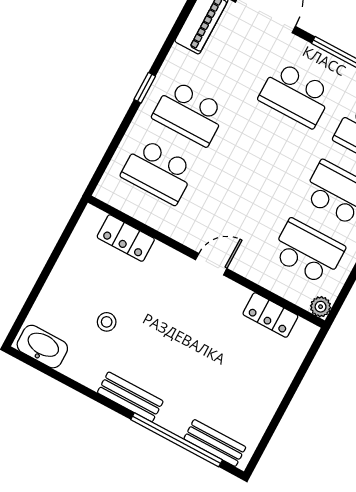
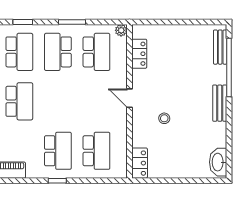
locker: (126, 238) -> (140, 163), moved
school desk: (308, 252) -> (96, 52), turned 180
stool: (107, 322) -> (164, 118), moved

